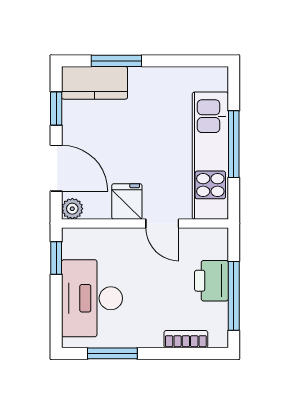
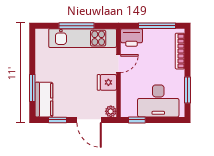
door: (56, 168) -> (89, 120), swing flipped
printer: (211, 281) -> (132, 37), moved
bookcase: (186, 339) -> (180, 51), width x1.56

